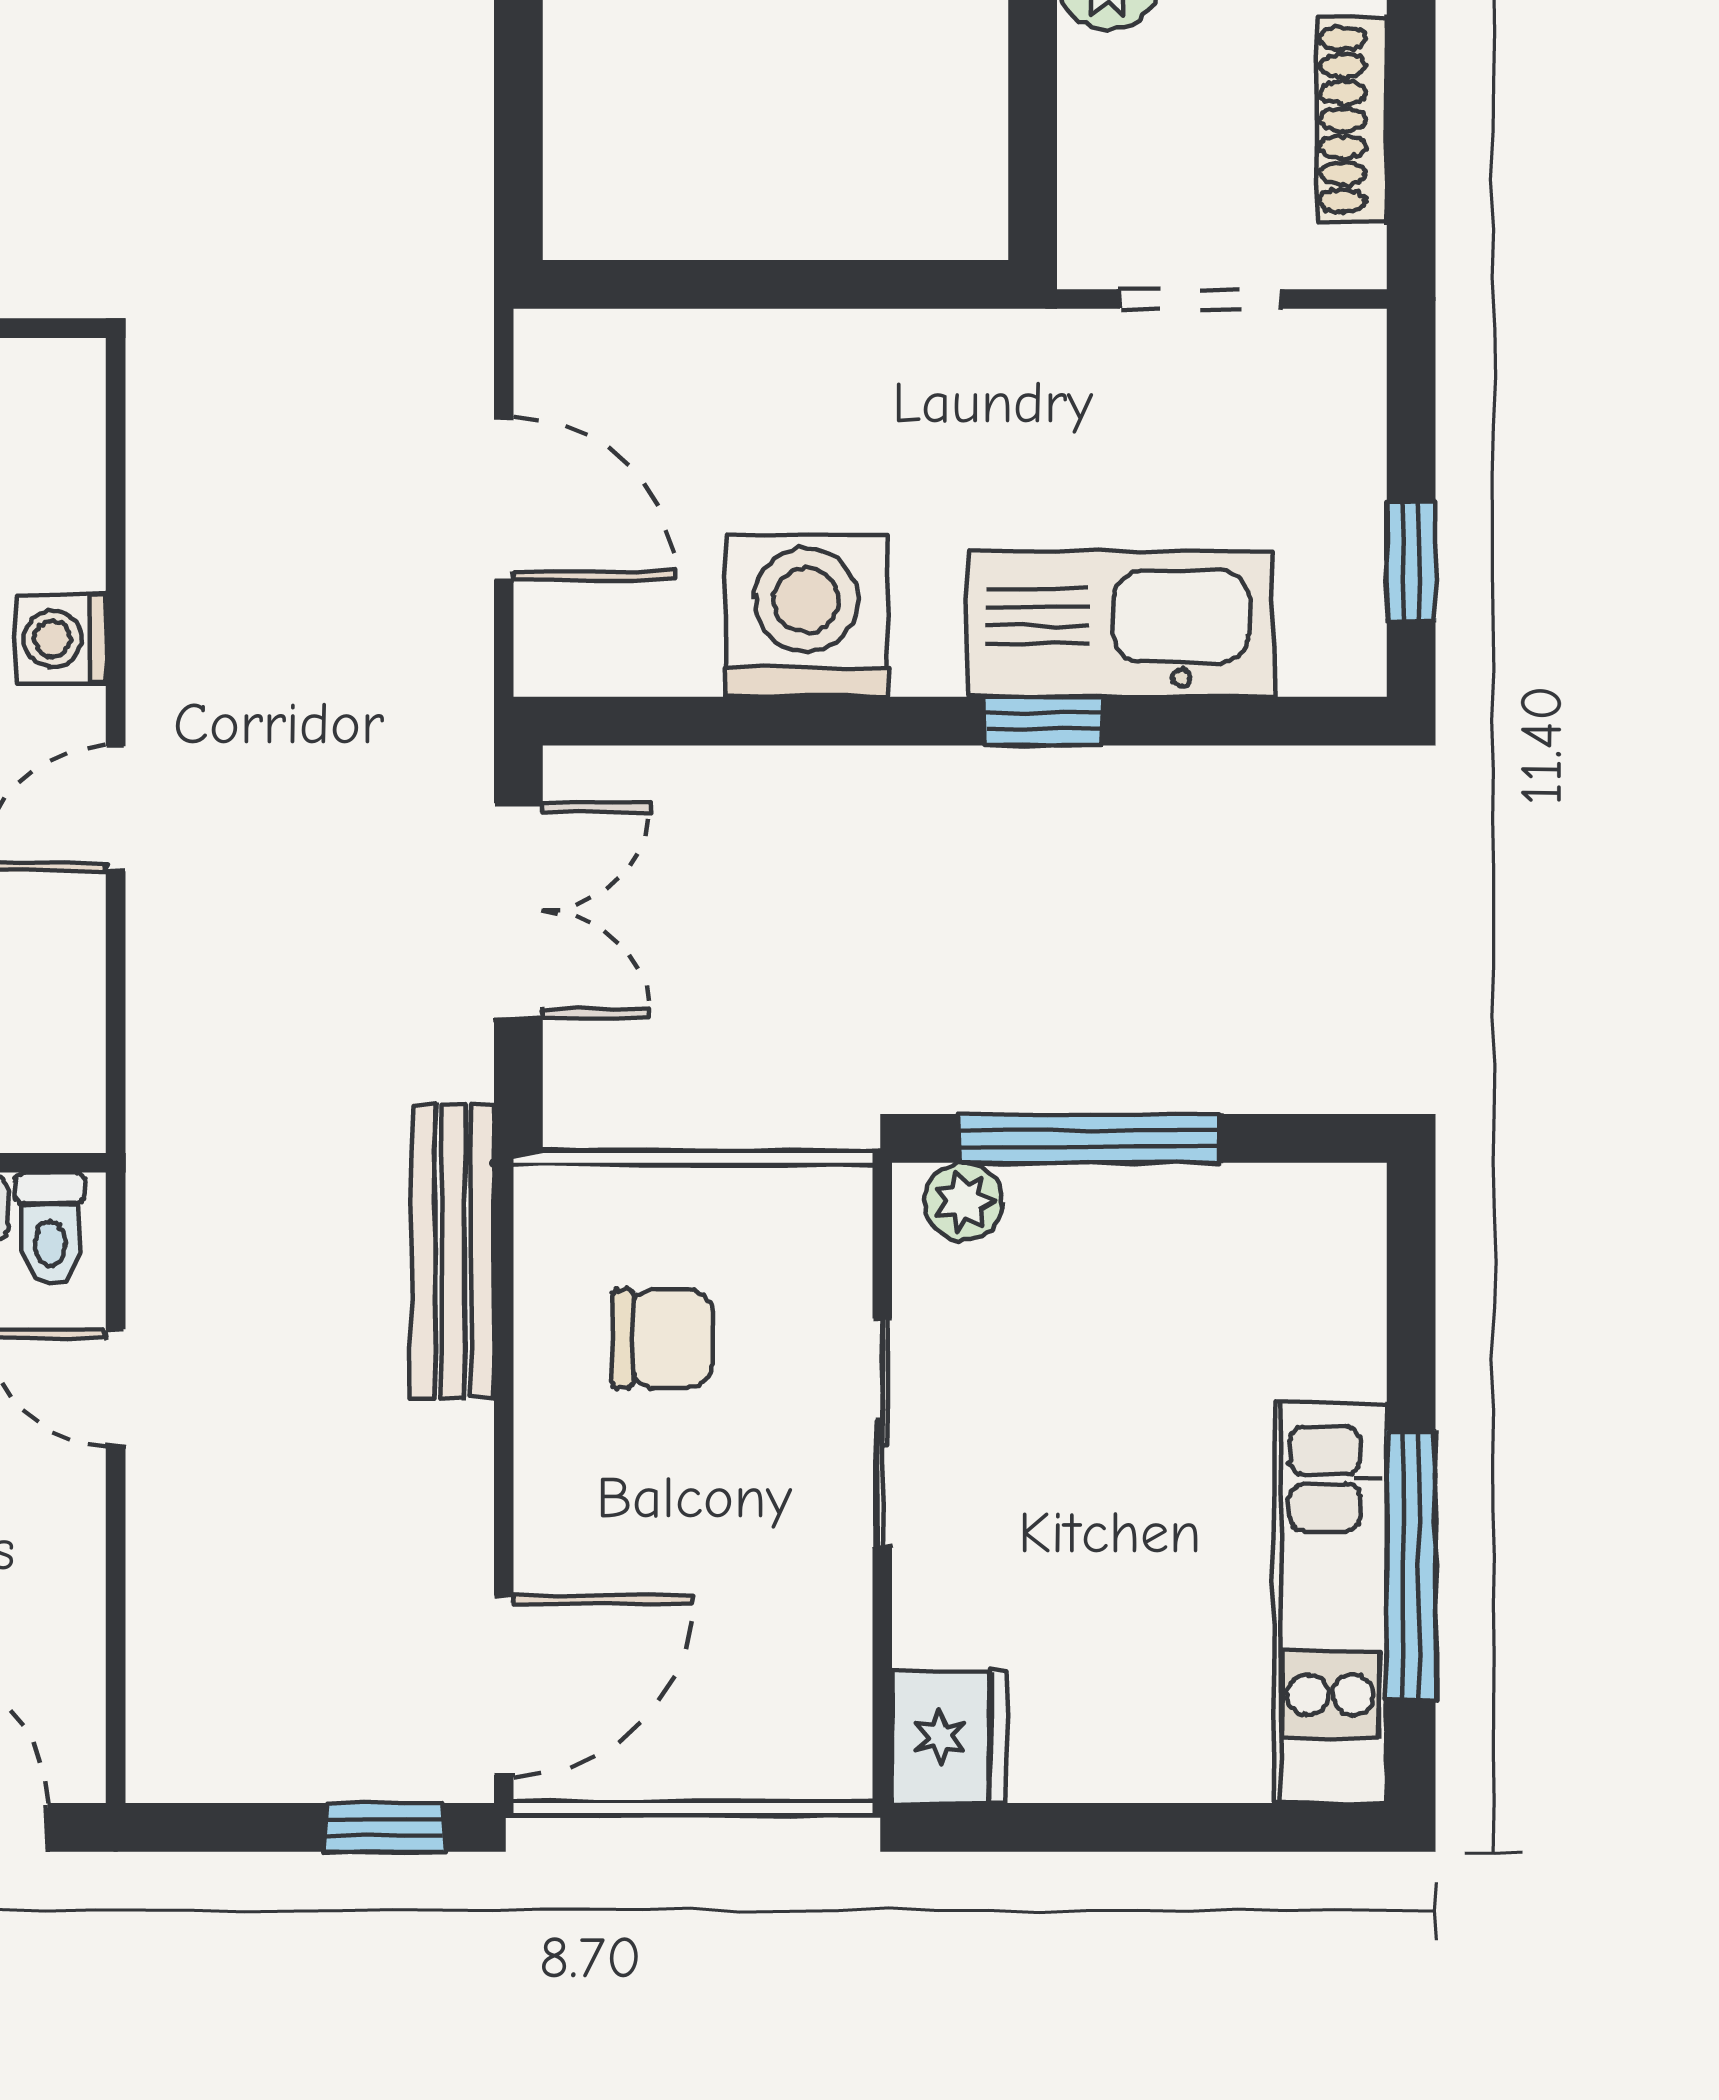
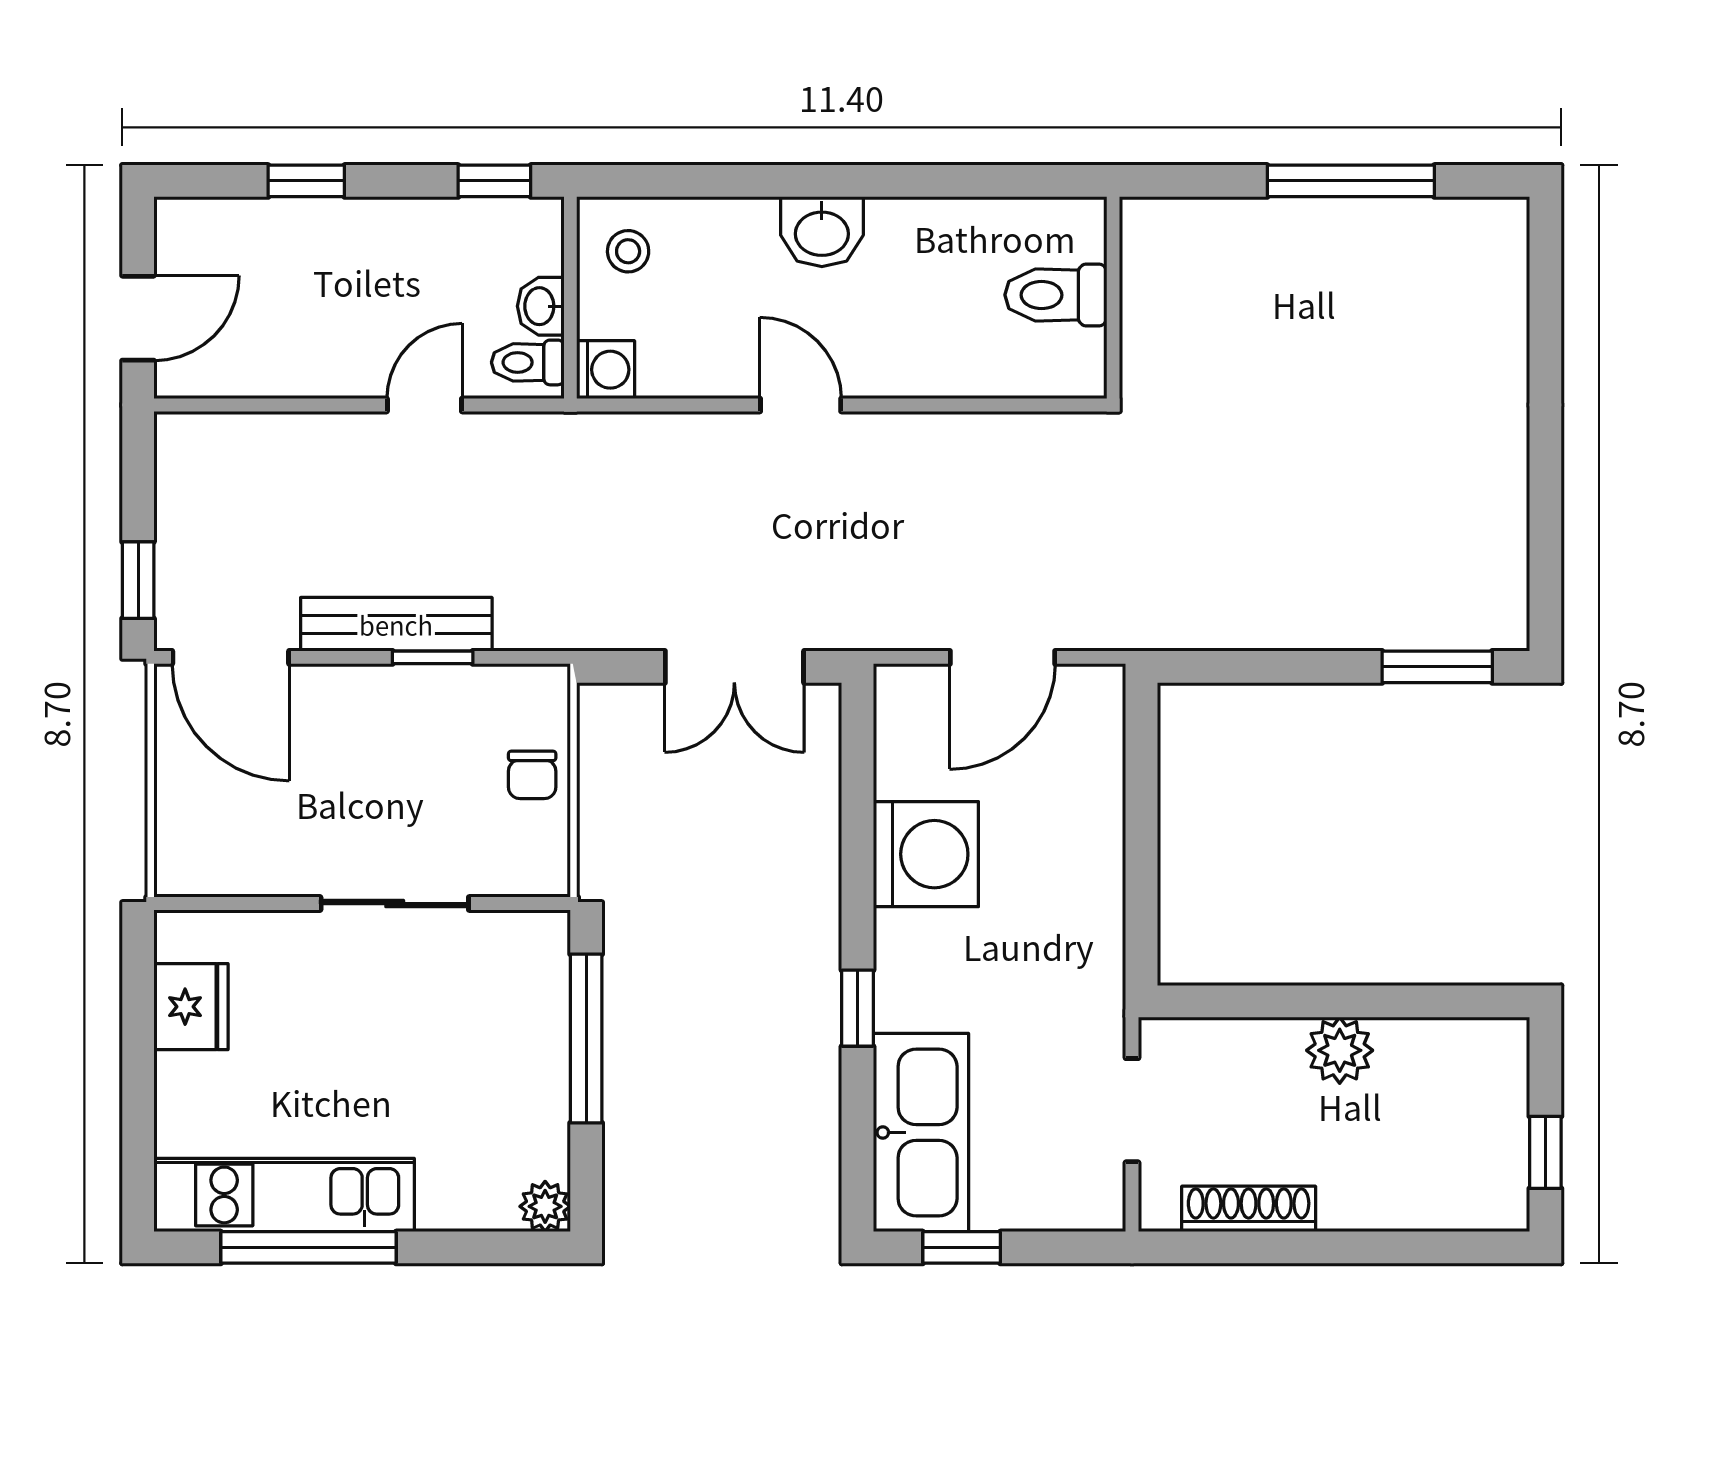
kitchen sink: (1120, 624) -> (921, 1132), moved
washing machine: (61, 639) -> (606, 370), moved, turned 90
plant: (964, 1202) -> (545, 1206), moved
bench: (453, 1251) -> (396, 624), moved
chair: (662, 1339) -> (532, 775), moved, width x0.73, depth x0.73
window: (504, 1375) -> (433, 657), added
fridge: (949, 1737) -> (191, 1007), moved, turned -90

